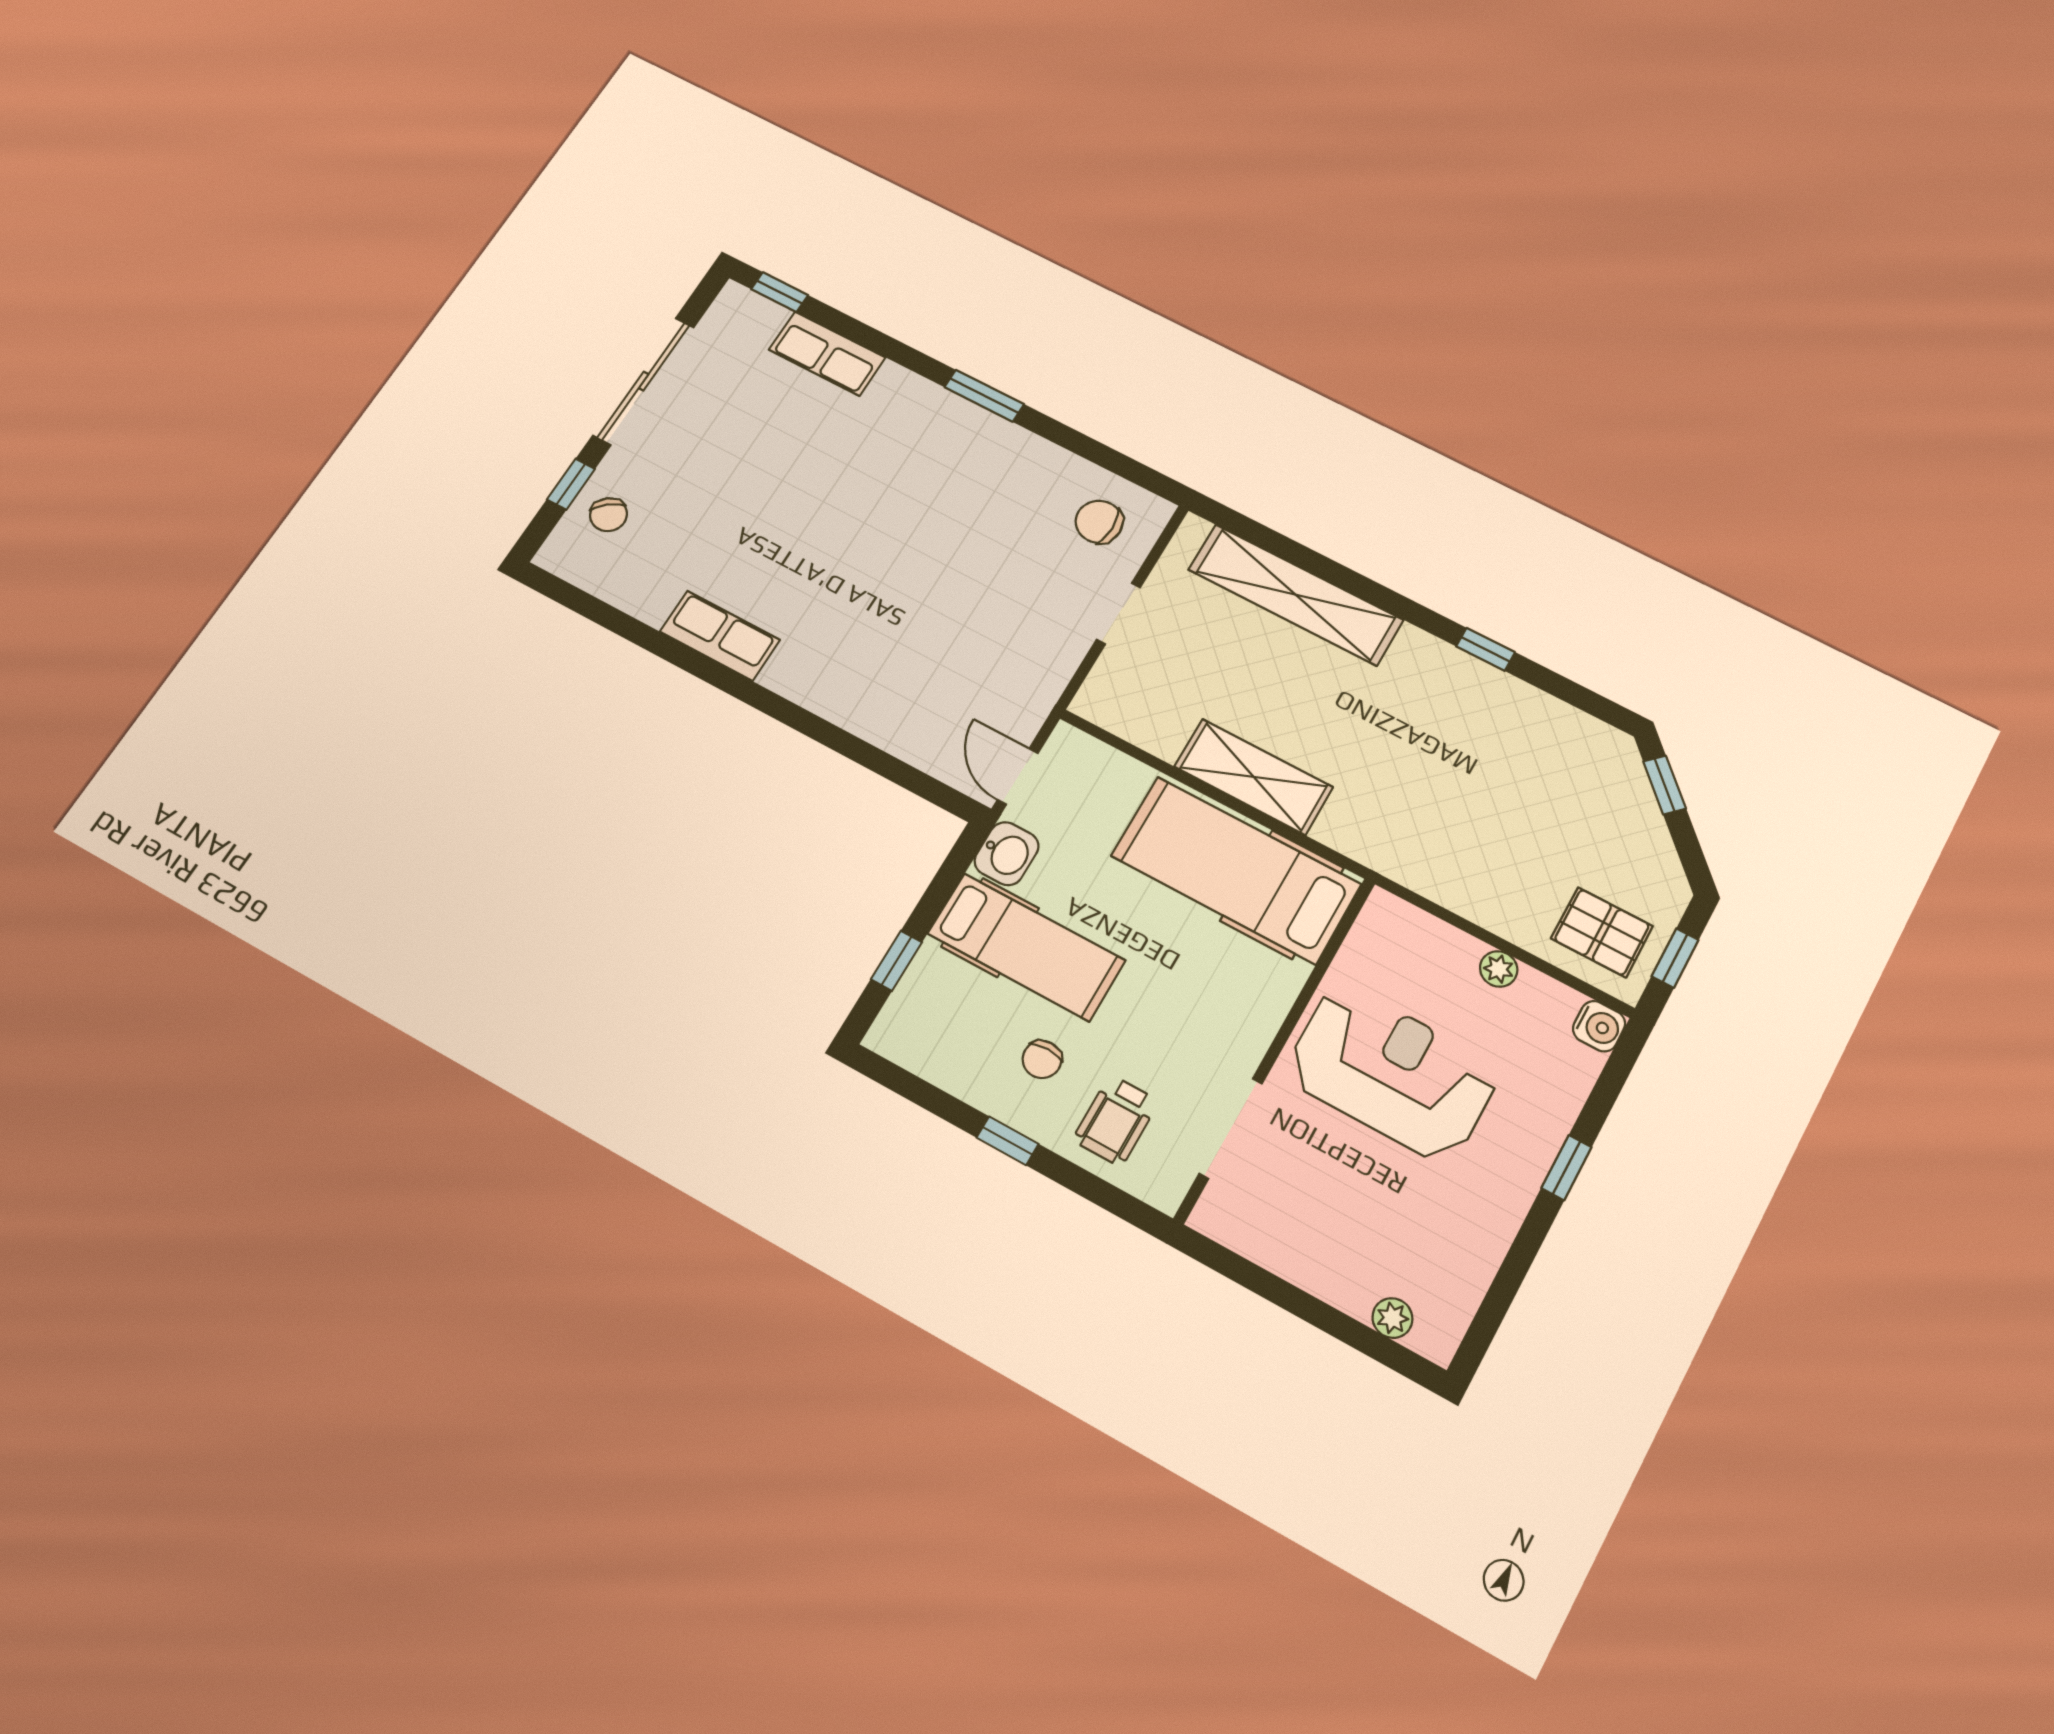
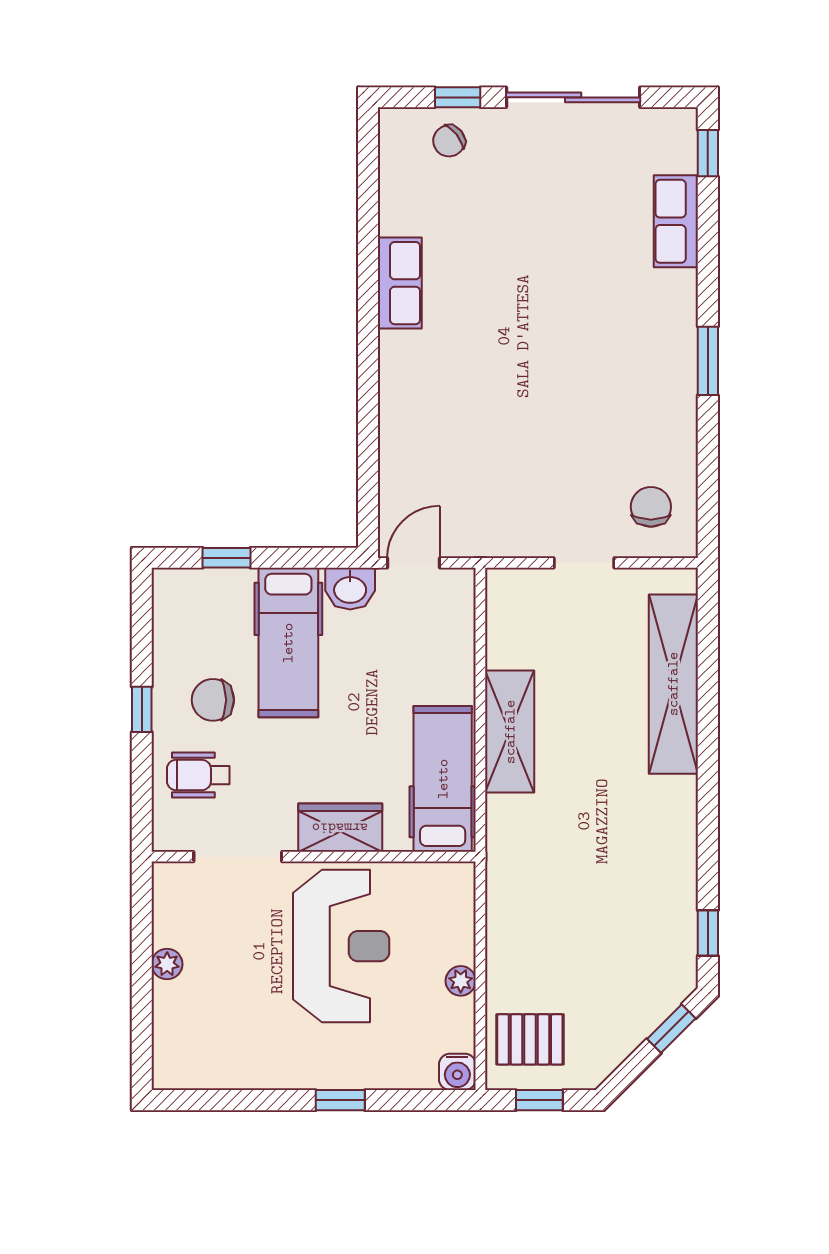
window: (1486, 649) -> (708, 933), moved
hospital bed: (1236, 870) -> (443, 779), width x0.73, depth x0.78
pallet: (1602, 932) -> (530, 1039), turned 90
wardrobe: (1260, 1003) -> (340, 828), added
chair: (1042, 1059) -> (213, 700), width x1.37, depth x1.37
plant: (1392, 1318) -> (167, 964), moved

